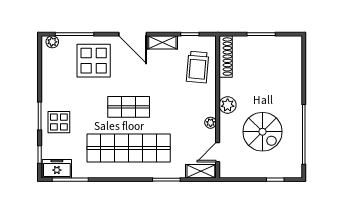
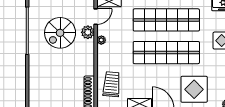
plant: (228, 105) -> (88, 32), moved
shop shelf: (129, 107) -> (166, 53), width x2.00, depth x1.36
spiral stairs: (263, 132) -> (60, 33), turned -90

